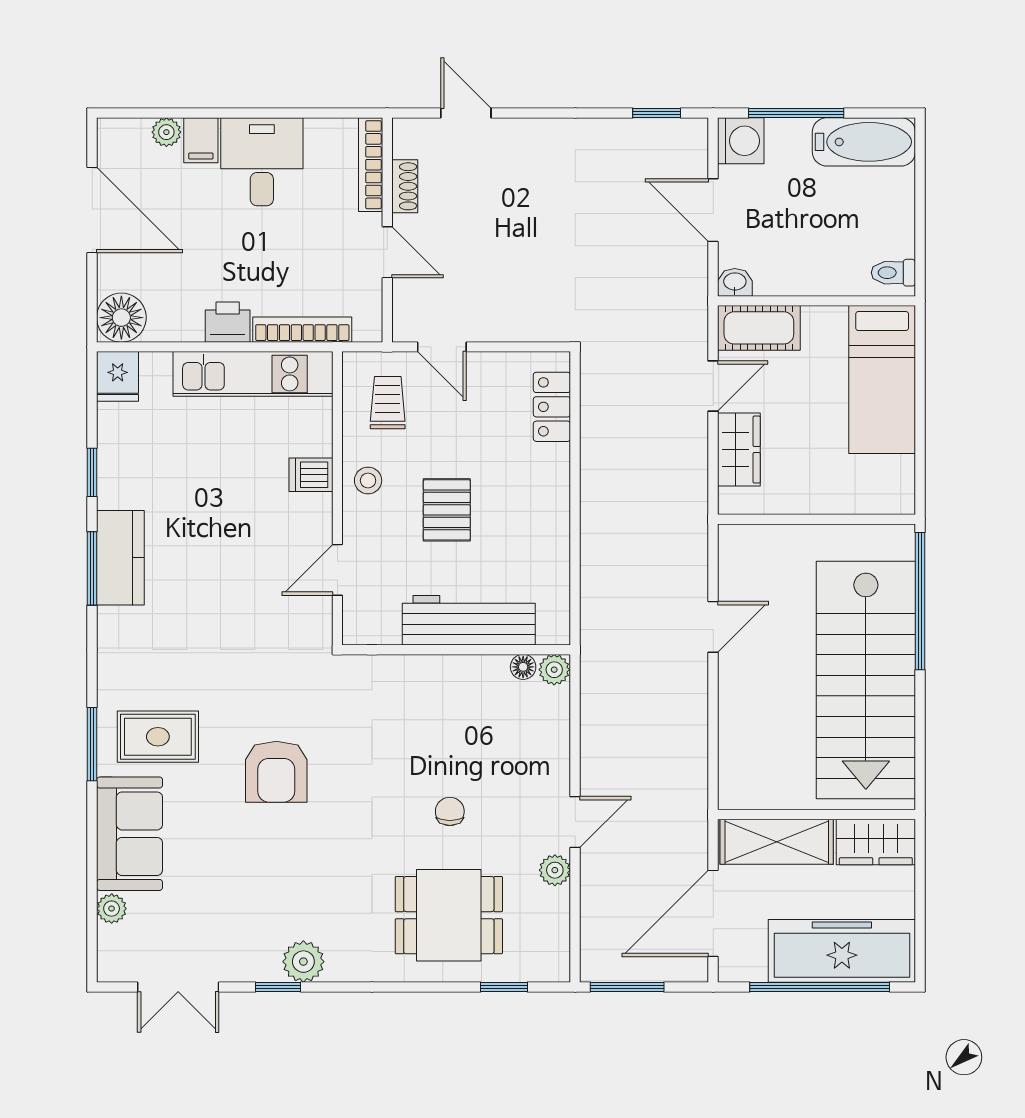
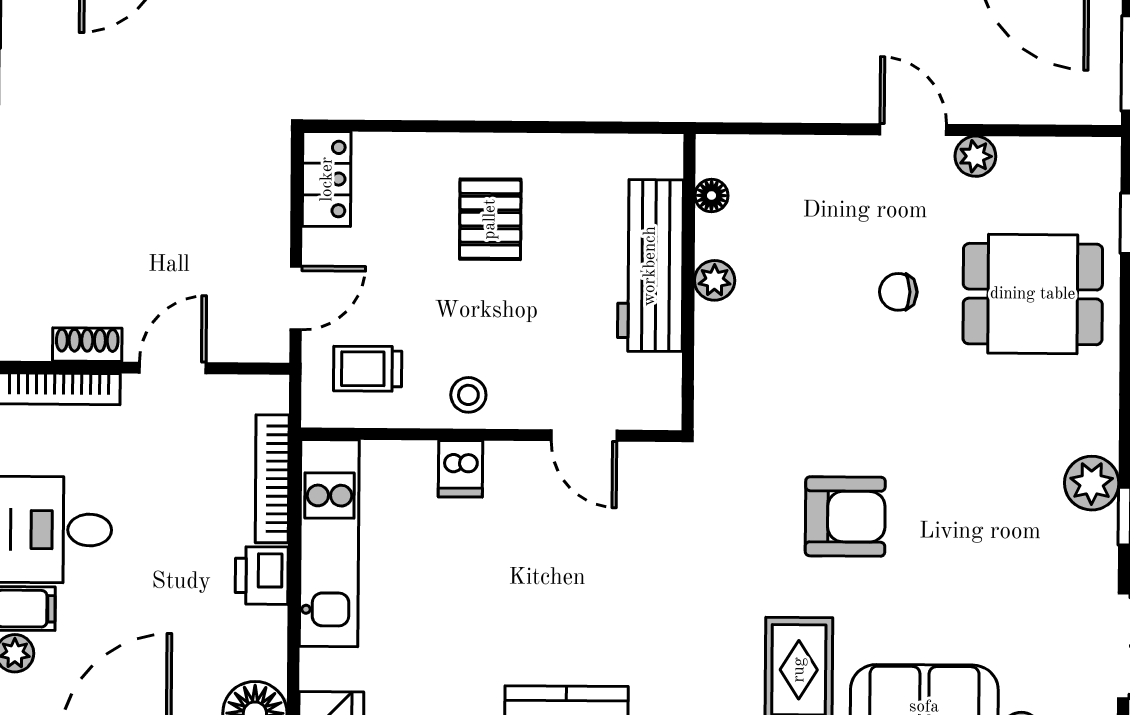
locker: (552, 407) -> (327, 179), moved, turned -90
pallet: (447, 510) -> (490, 219), moved, turned 90
plant: (554, 670) -> (715, 280), moved
dining table: (449, 915) -> (1033, 294), turned 90

